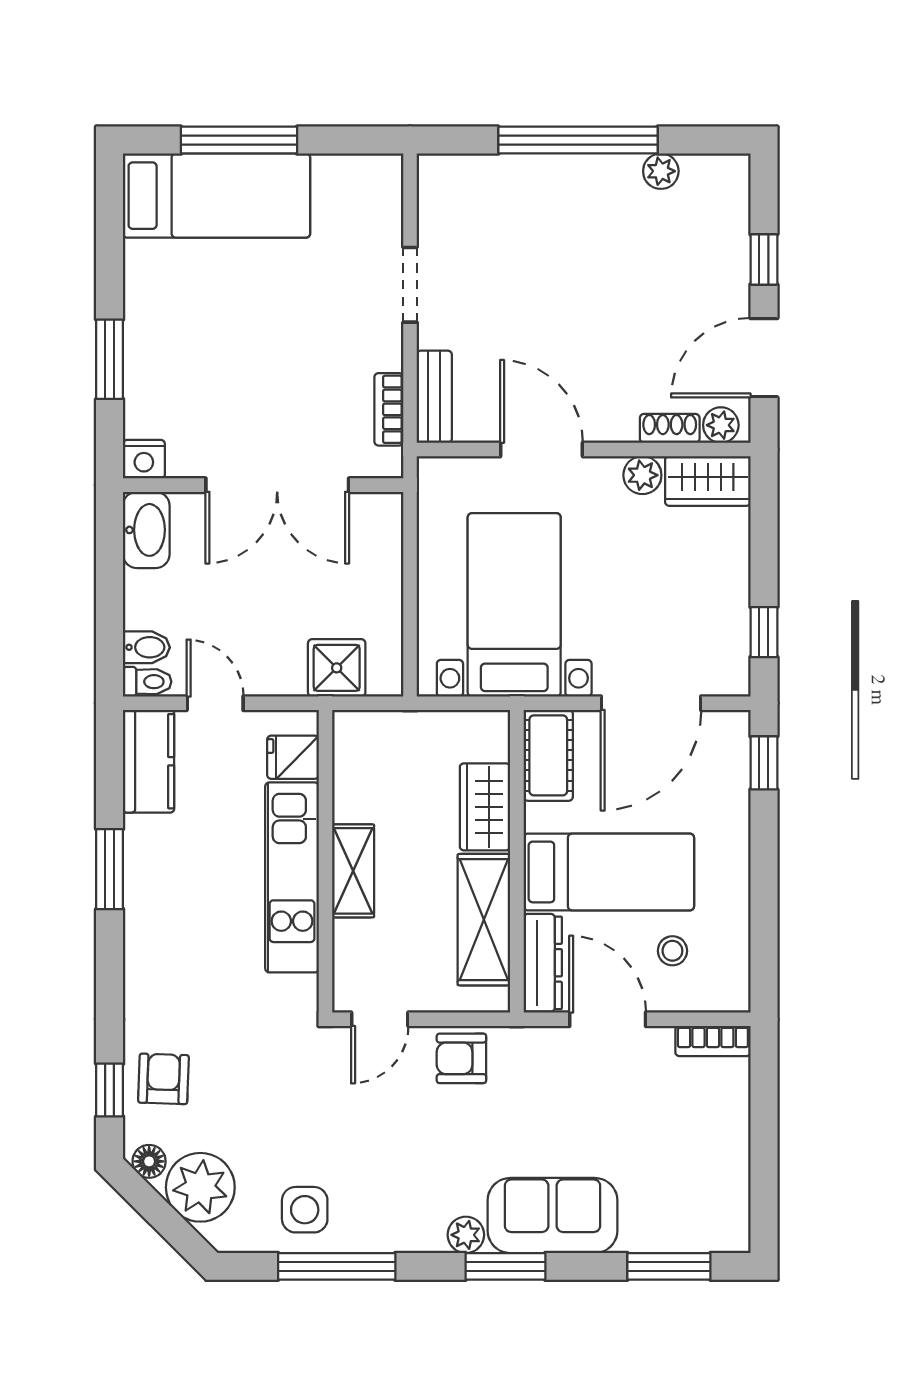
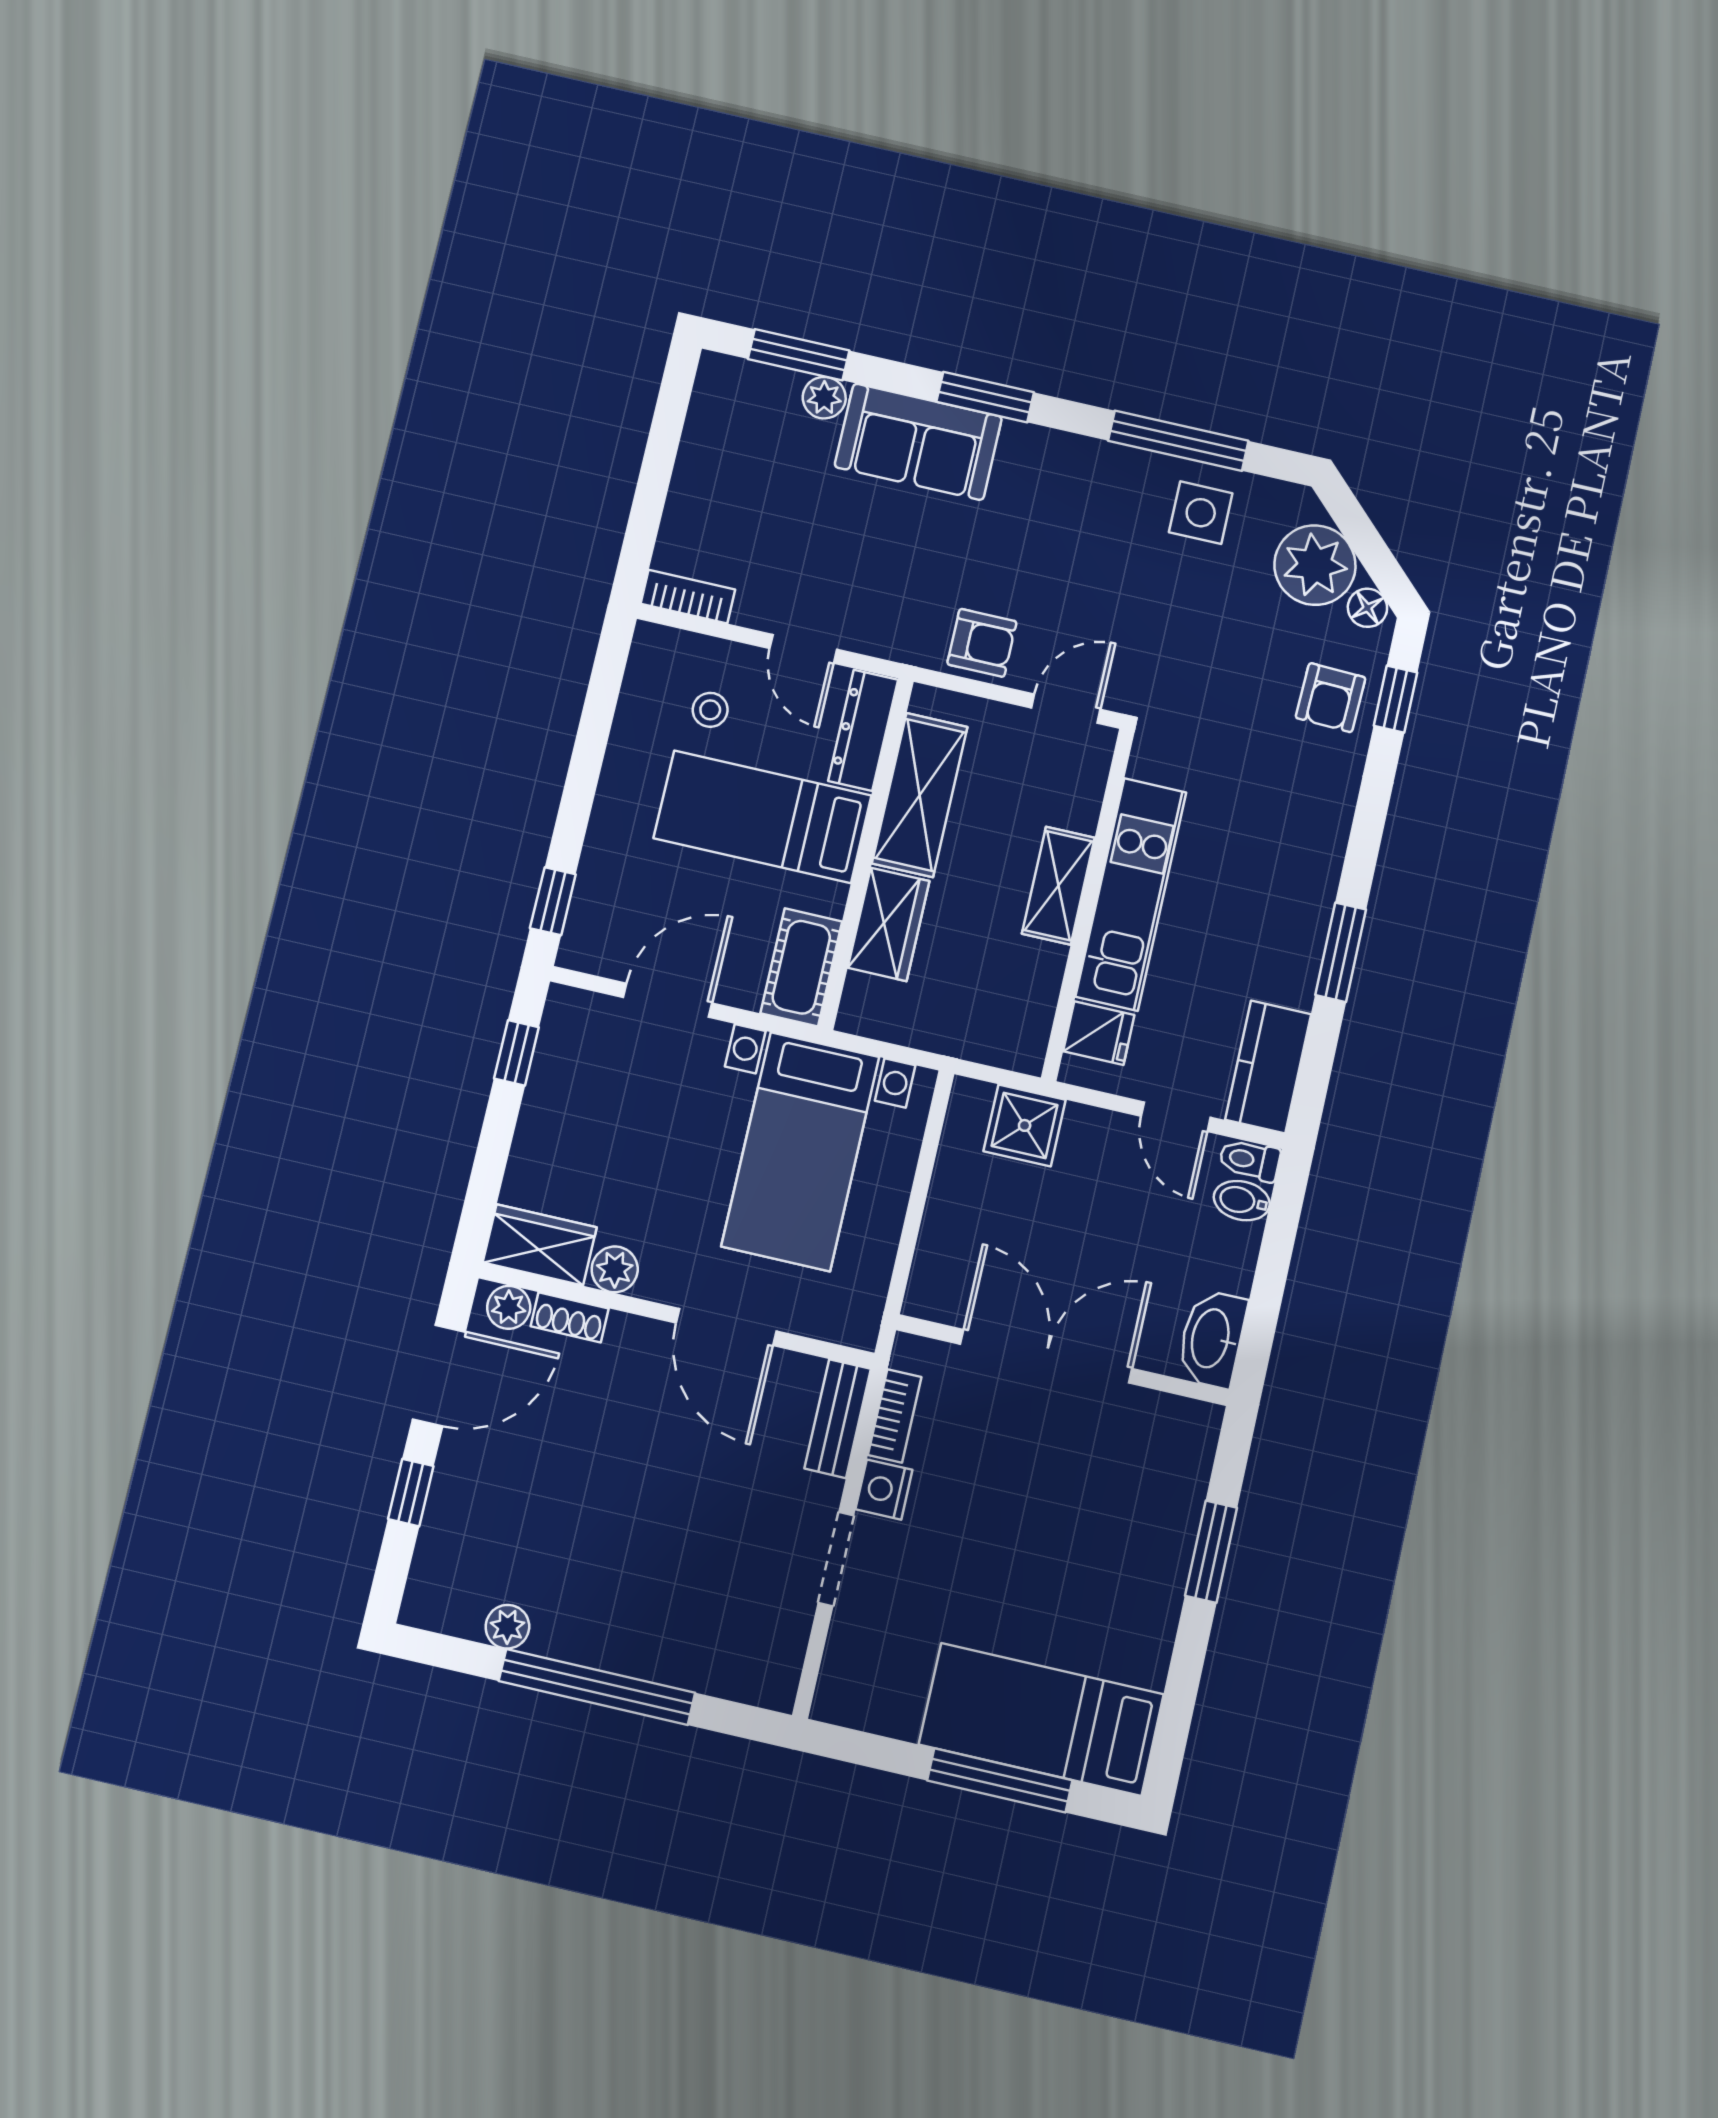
nightstand: (144, 459) -> (884, 1489), moved, turned -90
door: (651, 703) -> (668, 1000), width x0.73
door: (608, 1019) -> (803, 649), width x0.73
plant: (466, 1235) -> (824, 398), moved

